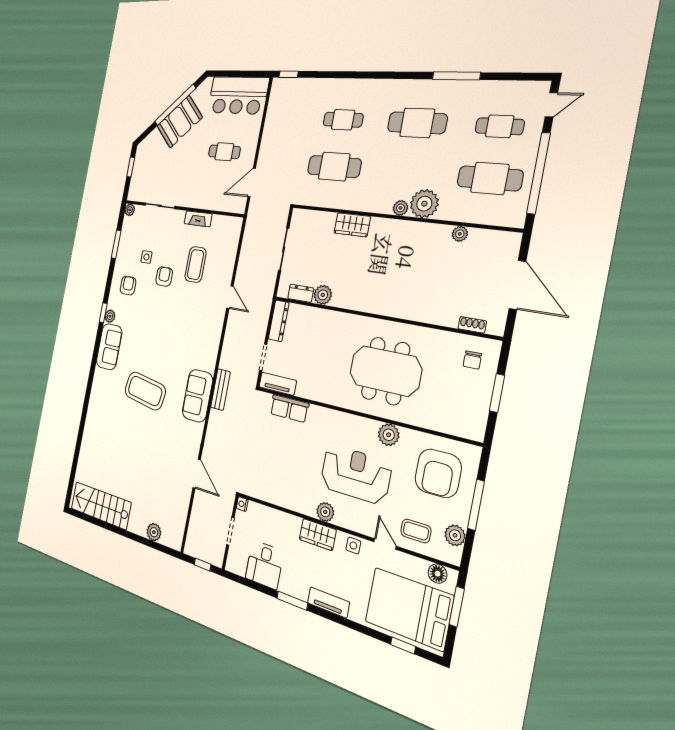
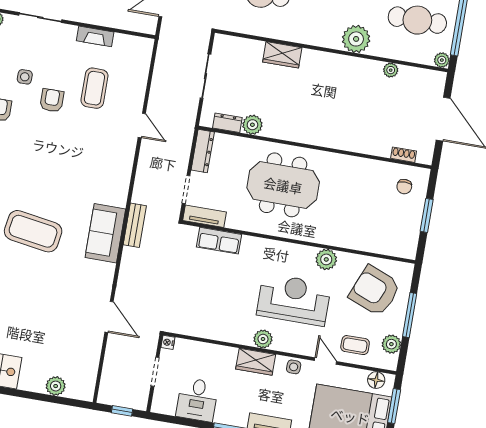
plant: (400, 208) -> (442, 60), moved
meeting table: (385, 371) -> (283, 185), moved
armchair: (438, 473) -> (375, 291), turned 112

